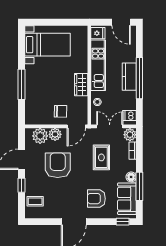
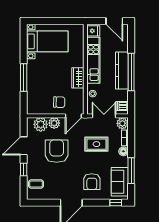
kitchen counter: (129, 77) -> (122, 71), width x1.50
rug: (101, 157) -> (96, 144), turned 90
floor lamp: (131, 177) -> (123, 151), moved
armchair: (96, 199) -> (92, 182), turned -90

